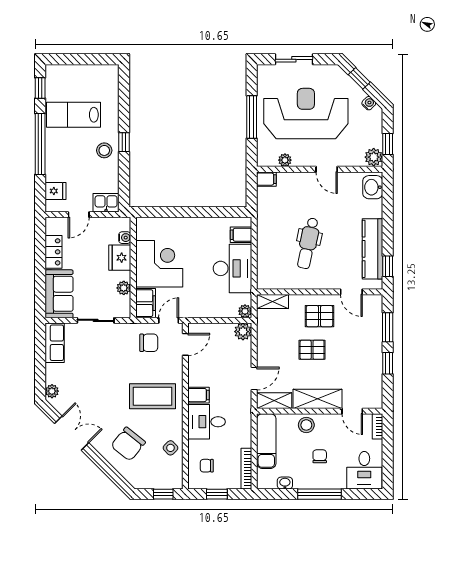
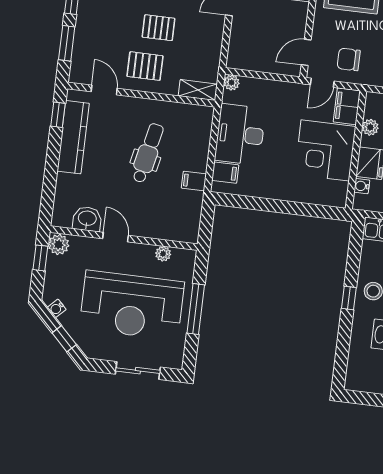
filing cabinet: (266, 179) -> (194, 181), moved
washbasin: (373, 187) -> (87, 219), moved, turned -90
plant: (243, 332) -> (237, 59), removed

